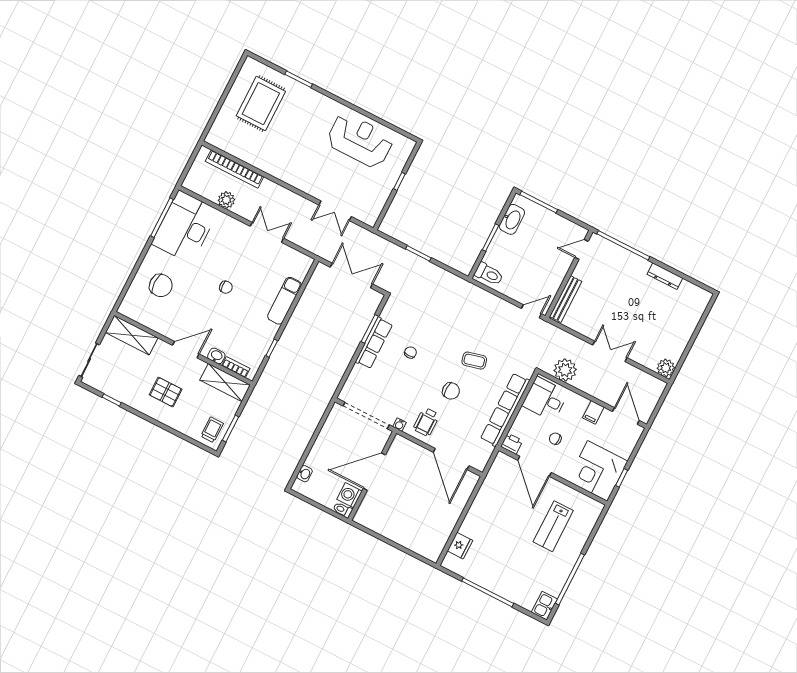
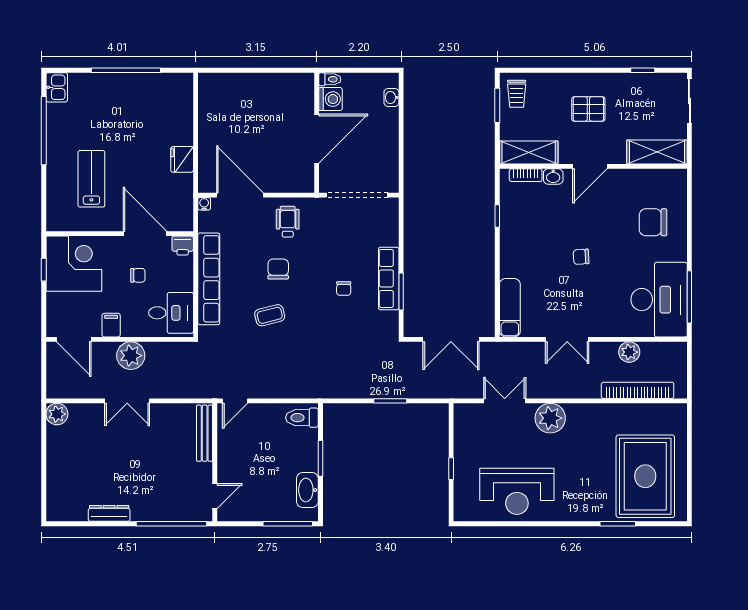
rug: (261, 104) -> (645, 476), width x1.37, depth x1.44
plant: (308, 181) -> (550, 418), added
exam couch: (284, 301) -> (510, 308), moved
plant: (565, 370) -> (131, 356), moved
chair: (451, 391) -> (278, 269), turned 88
water cooler: (399, 425) -> (204, 204), moved
fridge: (460, 546) -> (182, 159), moved

